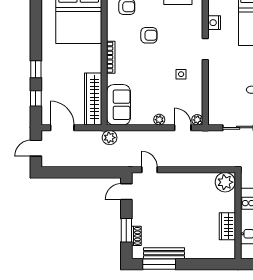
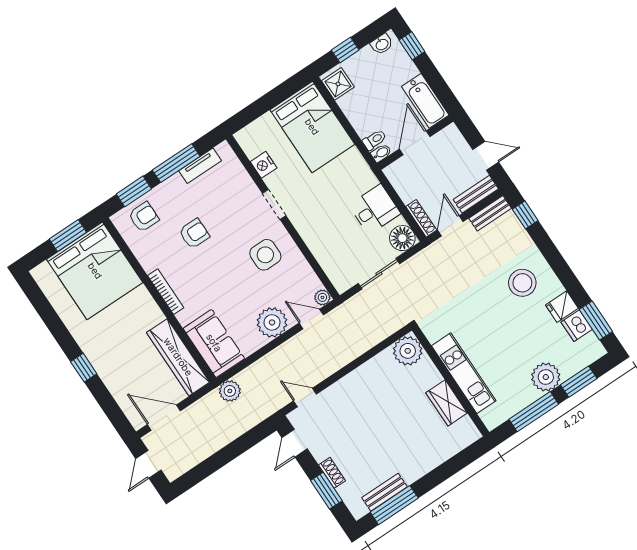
side table: (181, 74) -> (265, 255), width x1.87, depth x1.87
window: (36, 98) -> (108, 403), removed
plant: (159, 120) -> (272, 322), width x1.87, depth x1.87
shoe rack: (136, 236) -> (332, 473), moved
bench: (164, 253) -> (385, 492), width x0.73

